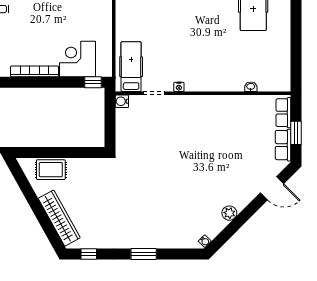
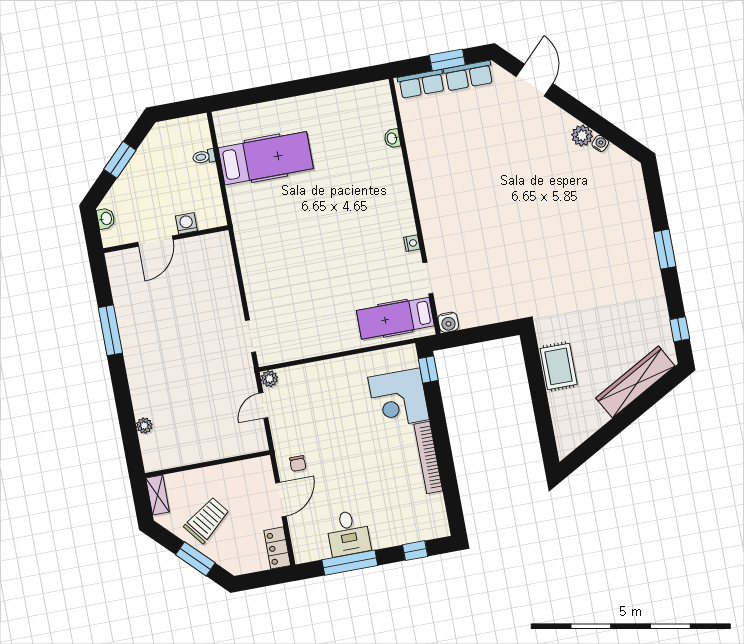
rug: (51, 170) -> (559, 366), moved
water cooler: (205, 241) -> (600, 143), moved

